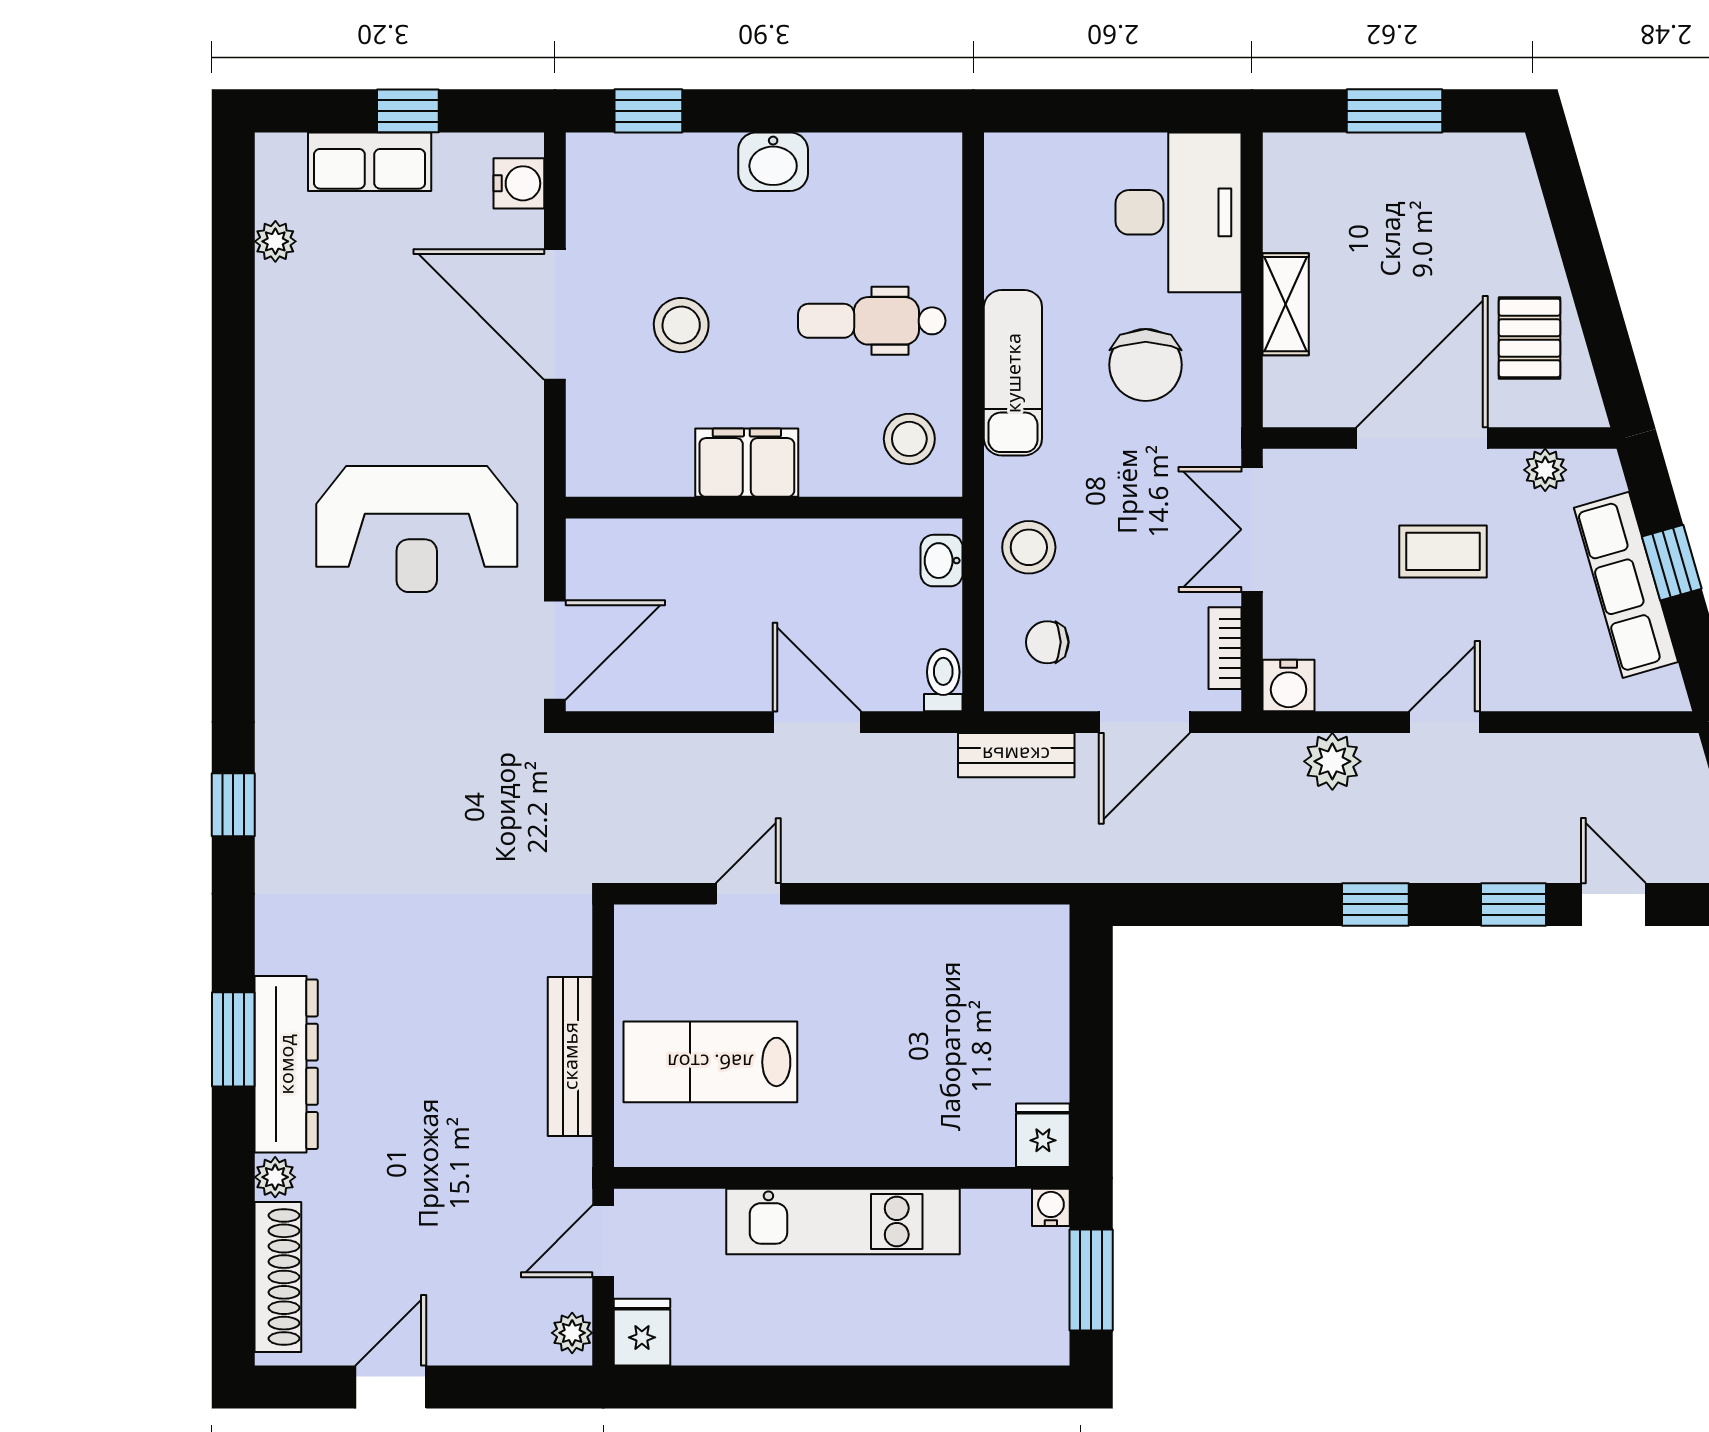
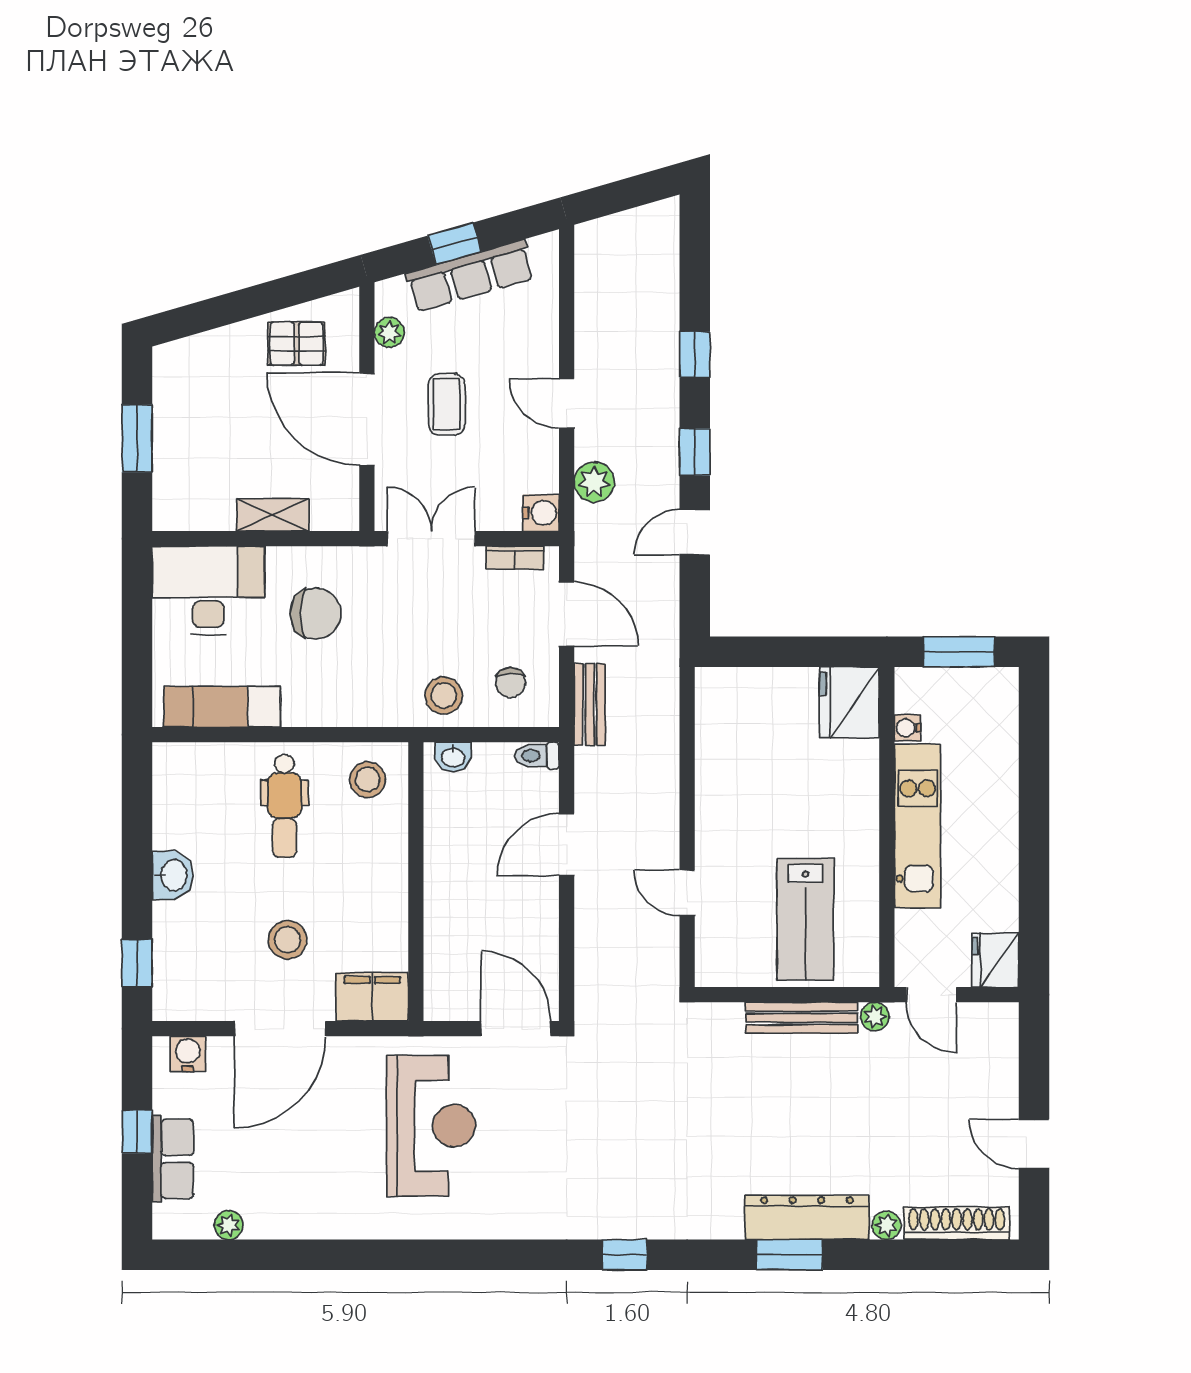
exam couch: (1013, 373) -> (222, 707), moved
filing cabinet: (747, 463) -> (372, 997), moved, turned 90
double door: (1252, 529) -> (431, 539), swing flipped
door: (1613, 904) -> (695, 532), moved
fridge: (1043, 1135) -> (849, 702), width x1.88, depth x1.34
water cooler: (1051, 1207) -> (908, 728), moved
fridge: (642, 1332) -> (995, 960), width x1.38
plant: (572, 1333) -> (875, 1017), moved

